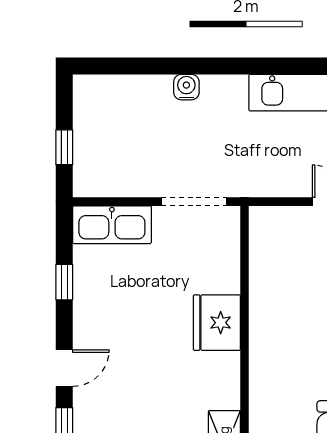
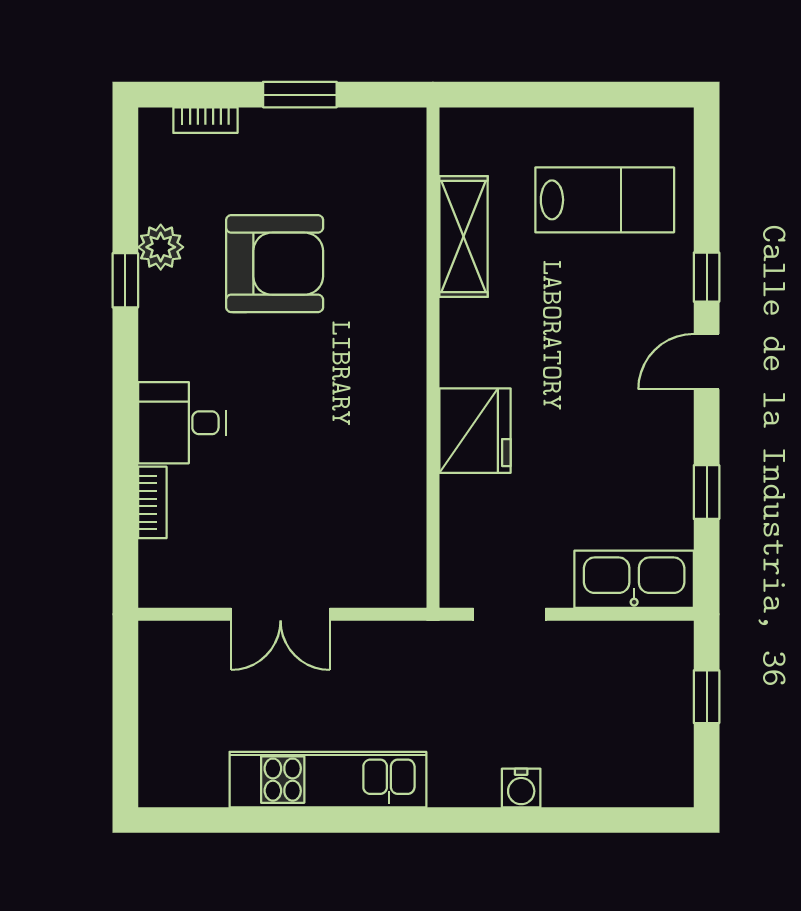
doorway: (194, 202) -> (510, 614), width x0.73

